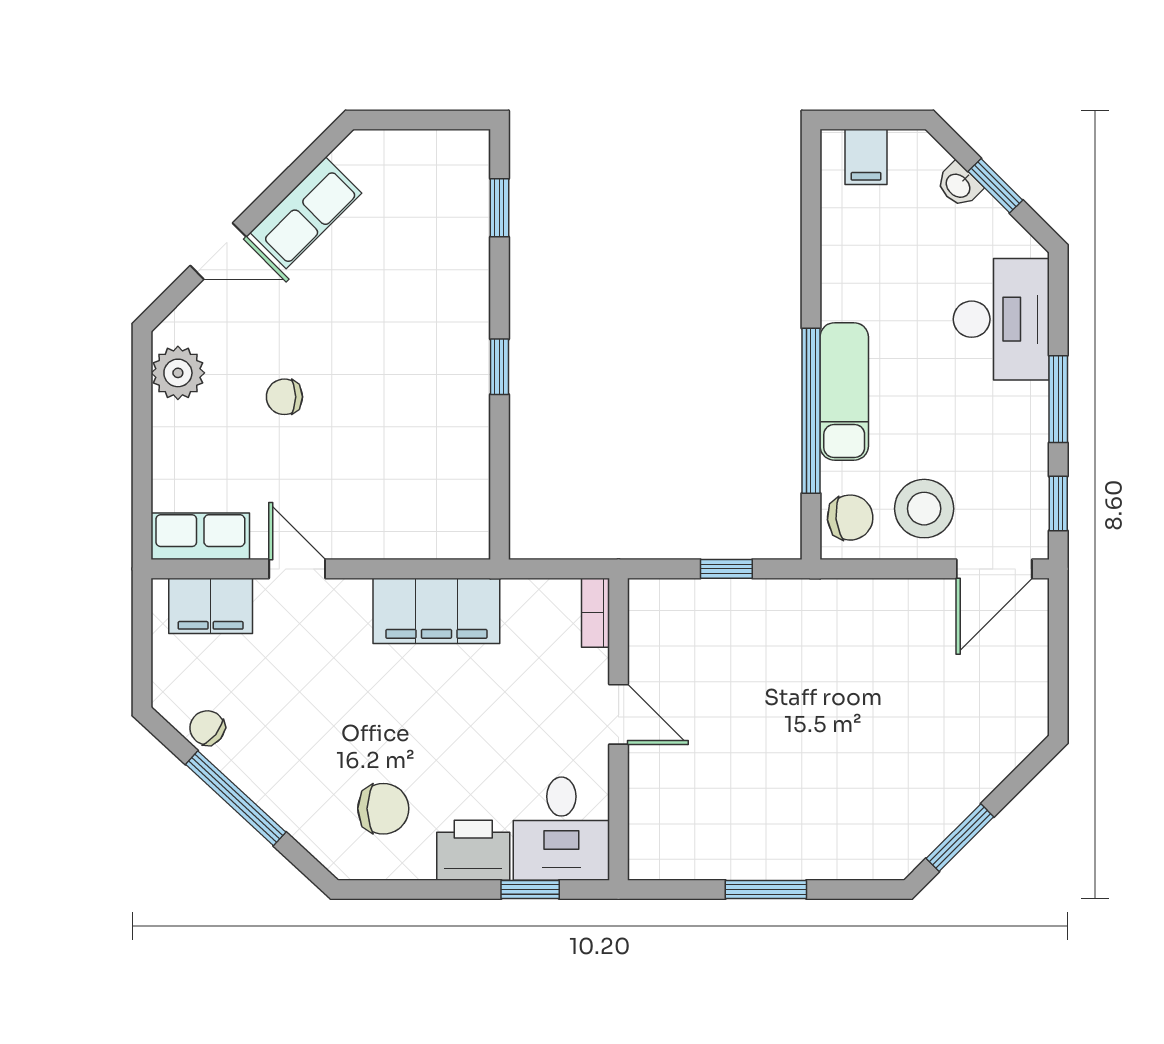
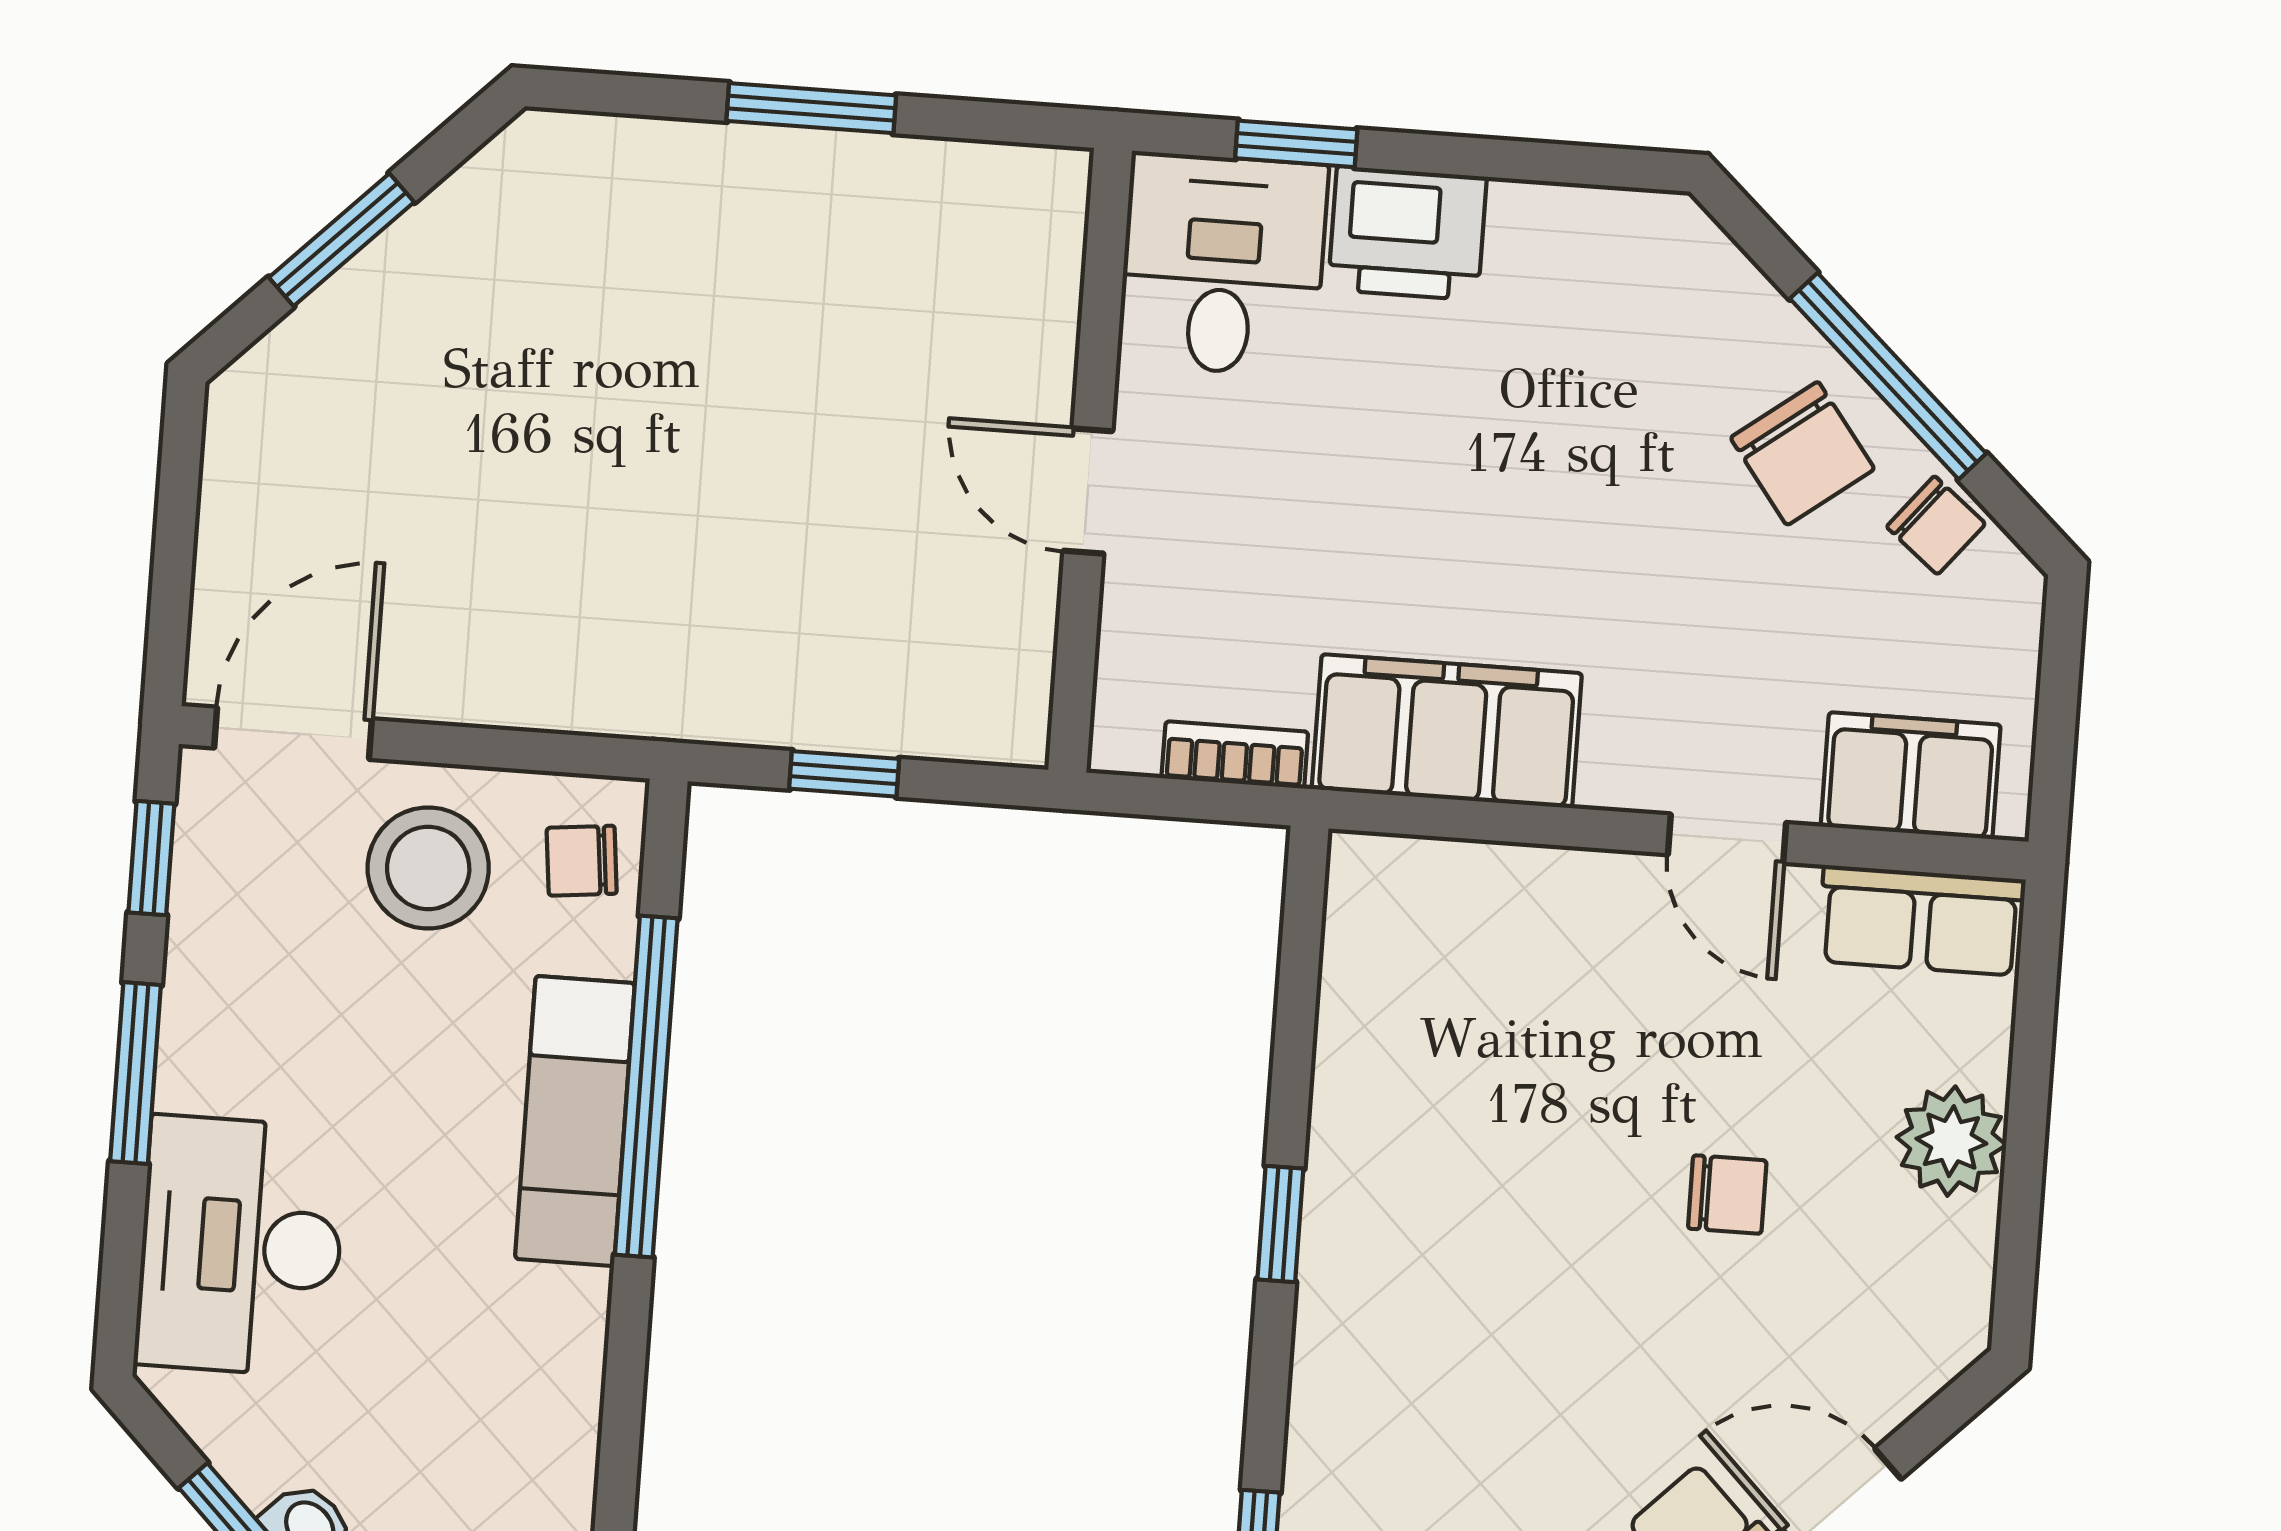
plant: (178, 373) -> (1951, 1141), moved
chair: (850, 518) -> (582, 861), width x0.73, depth x0.73
bookcase: (595, 613) -> (1235, 755), moved, turned -90
chair: (383, 809) -> (1802, 453), moved, turned -127
window: (960, 838) -> (341, 240), moved

